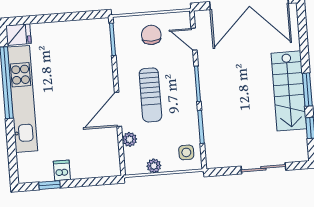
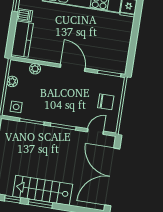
sun lounger: (150, 95) -> (63, 91), removed
door: (118, 109) -> (73, 68), moved
kitchen counter: (94, 166) -> (22, 39), added

